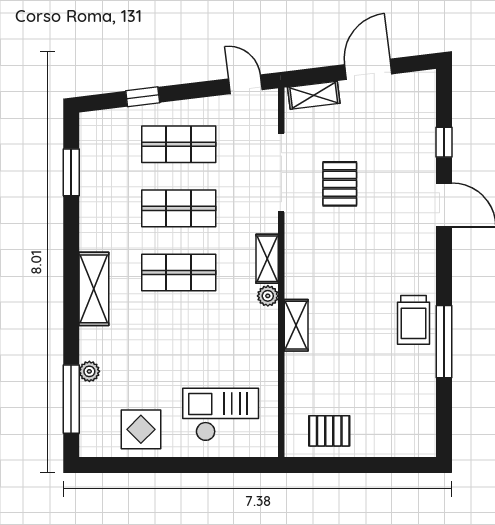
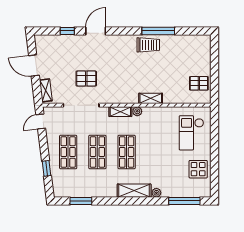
plant: (89, 371) -> (156, 193), moved
pallet: (329, 431) -> (199, 83), turned 90

